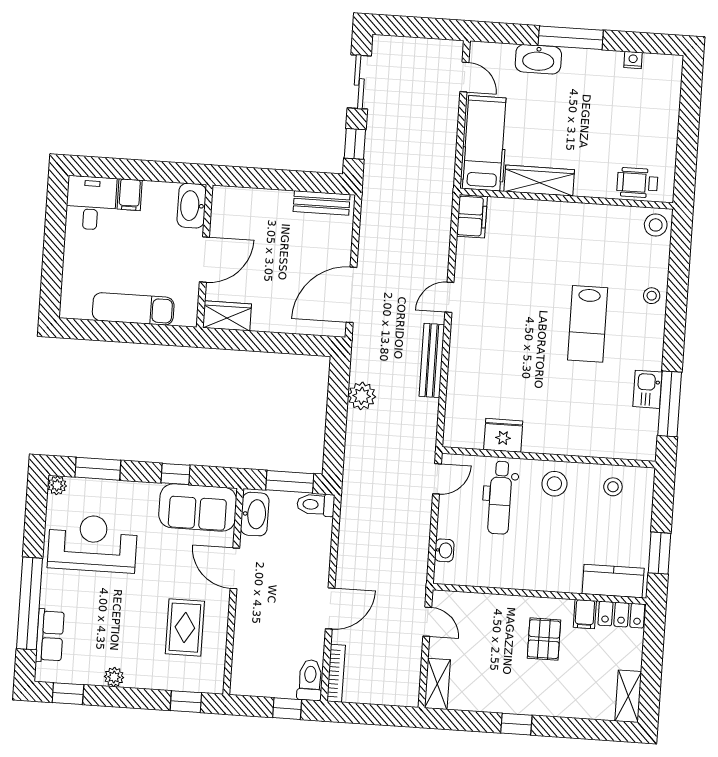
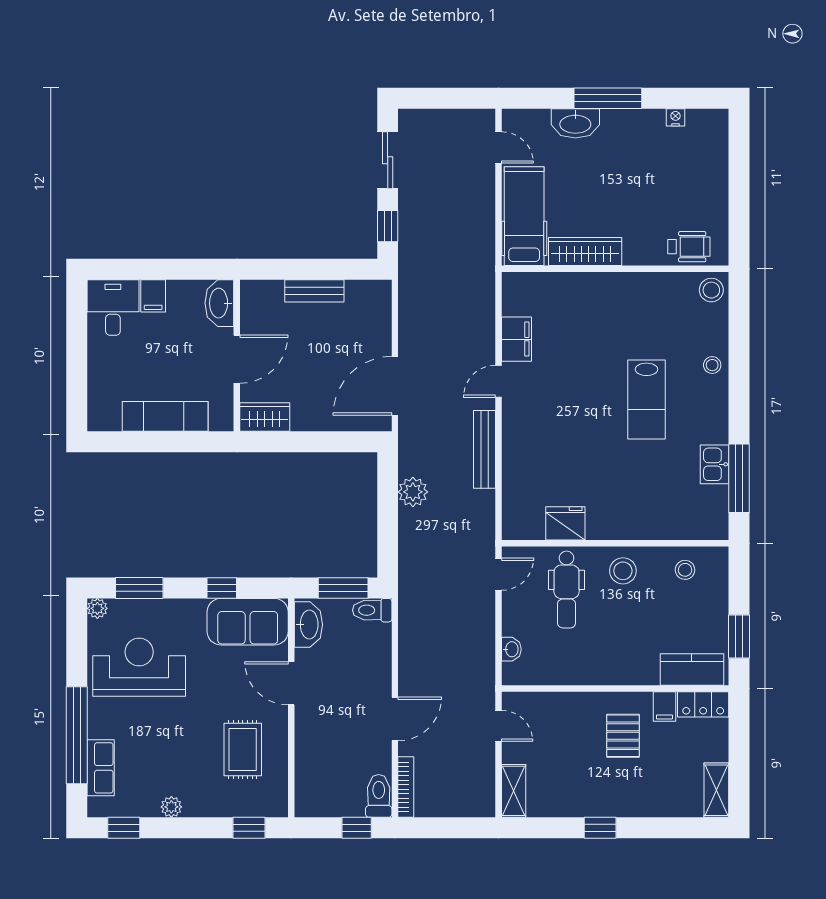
wheelchair: (637, 183) -> (689, 247), turned 180
bench: (322, 203) -> (314, 291), moved
filing cabinet: (472, 216) -> (516, 339), moved

